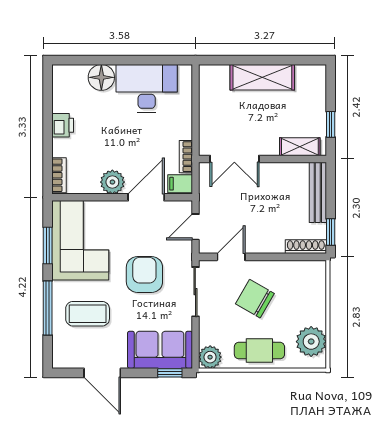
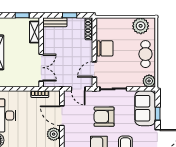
filing cabinet: (180, 184) -> (55, 97), removed
bench: (318, 192) -> (55, 22), width x0.73
window: (331, 232) -> (70, 15), moved
door: (231, 257) -> (94, 69), hinge flipped
chair: (255, 299) -> (105, 48), moved, turned -120
window: (170, 373) -> (158, 114), moved

